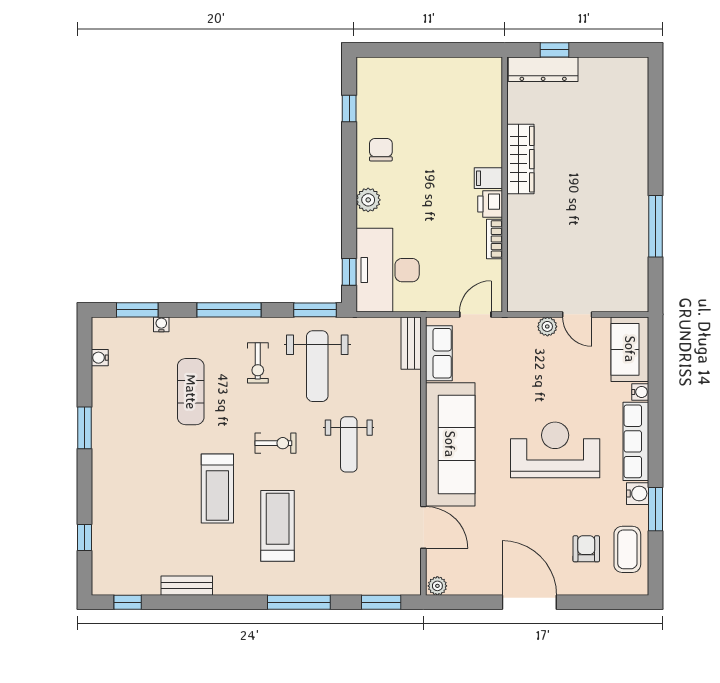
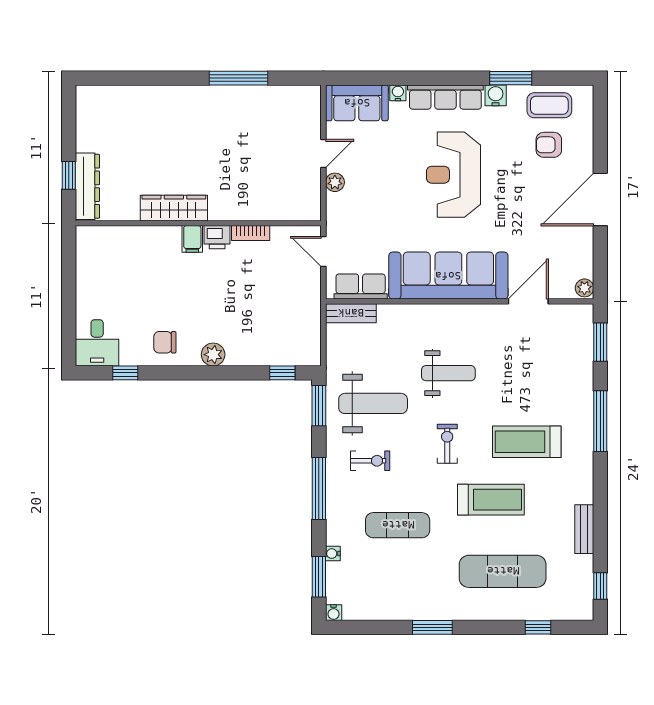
desk: (388, 270) -> (97, 343), moved, width x0.53, depth x0.77
water cooler: (100, 358) -> (334, 613), moved
exercise mat: (143, 501) -> (503, 571), added

